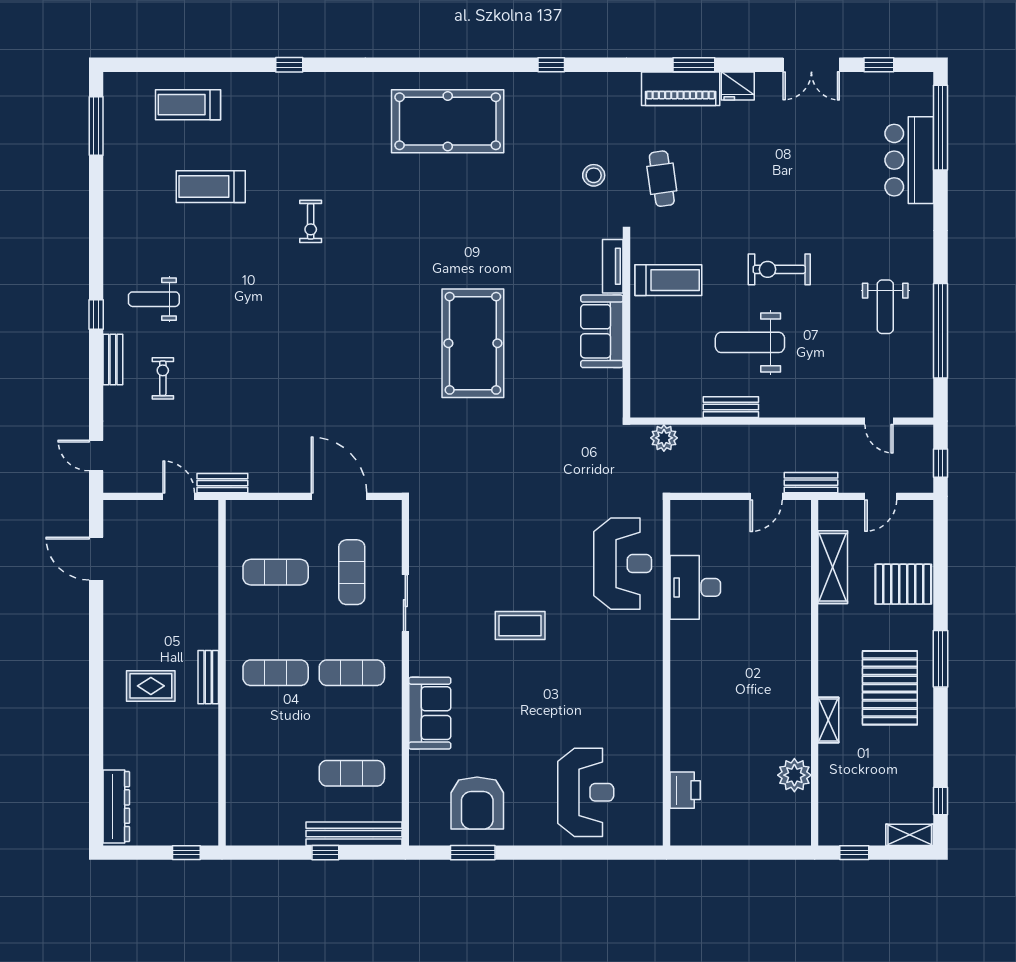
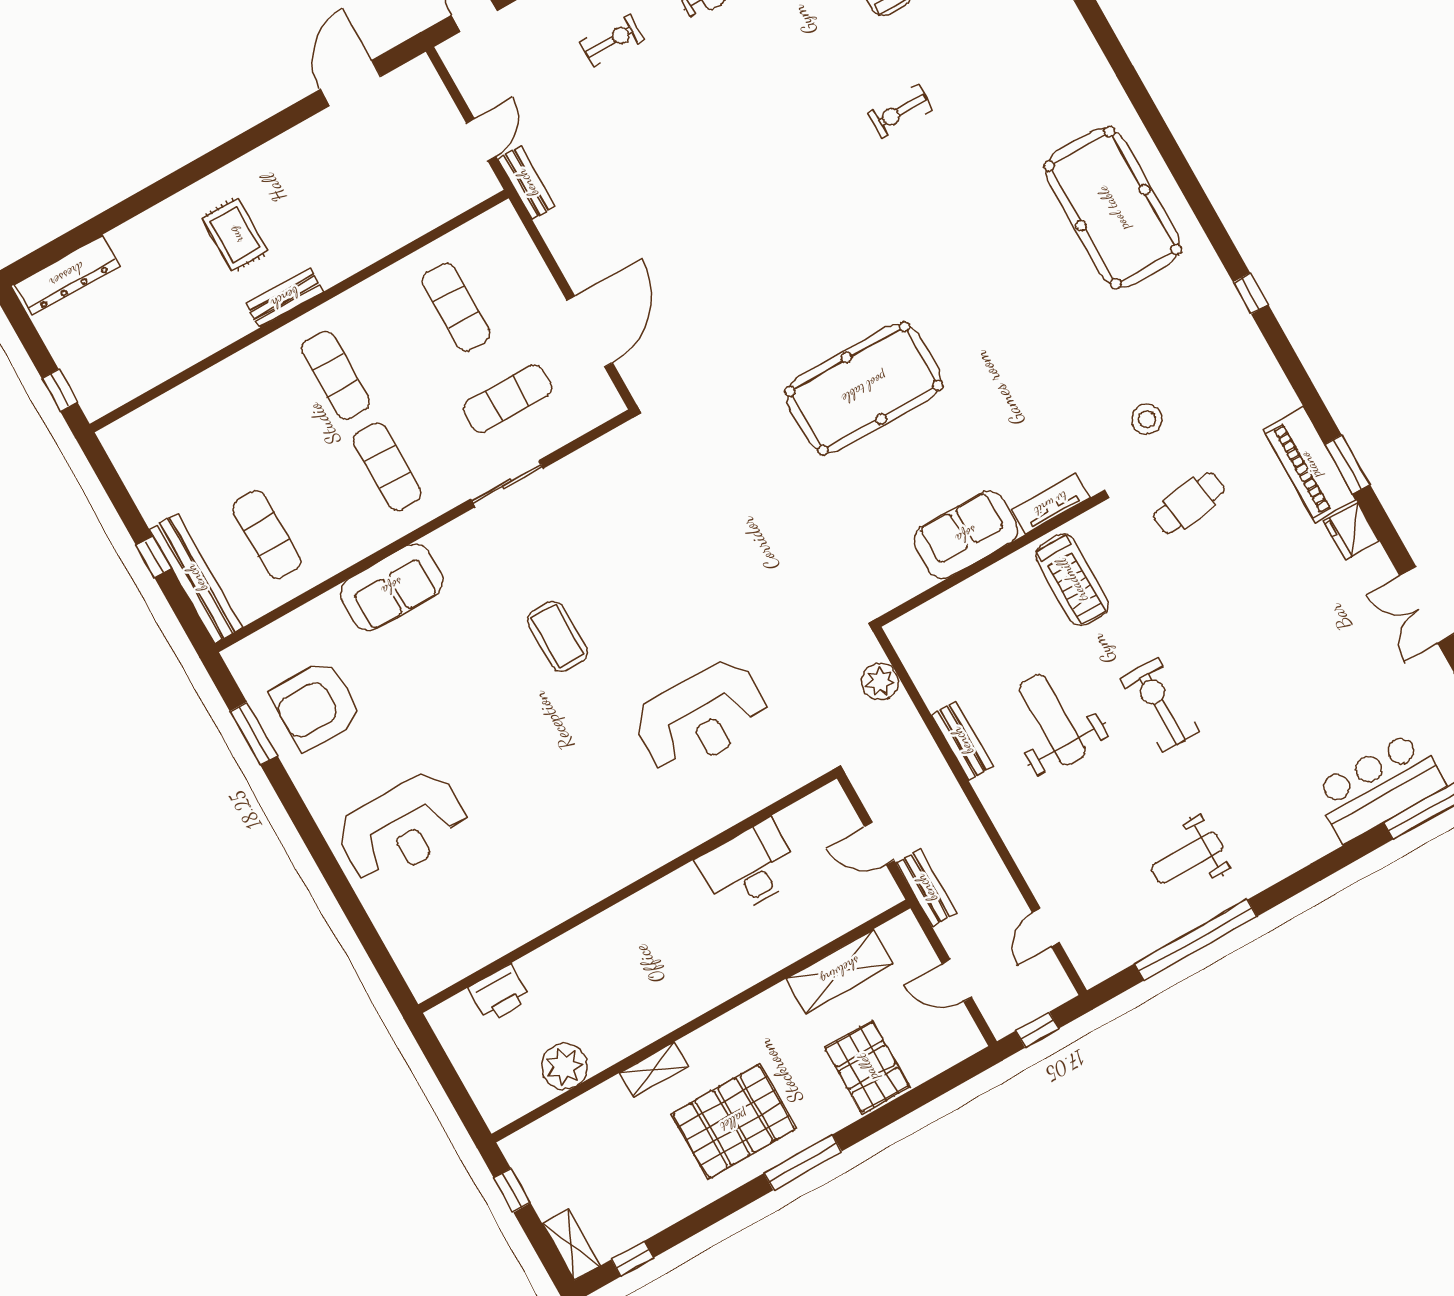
desk: (695, 587) -> (749, 868), moved
wall: (666, 673) -> (628, 891), moved
printer: (685, 790) -> (499, 993), moved

